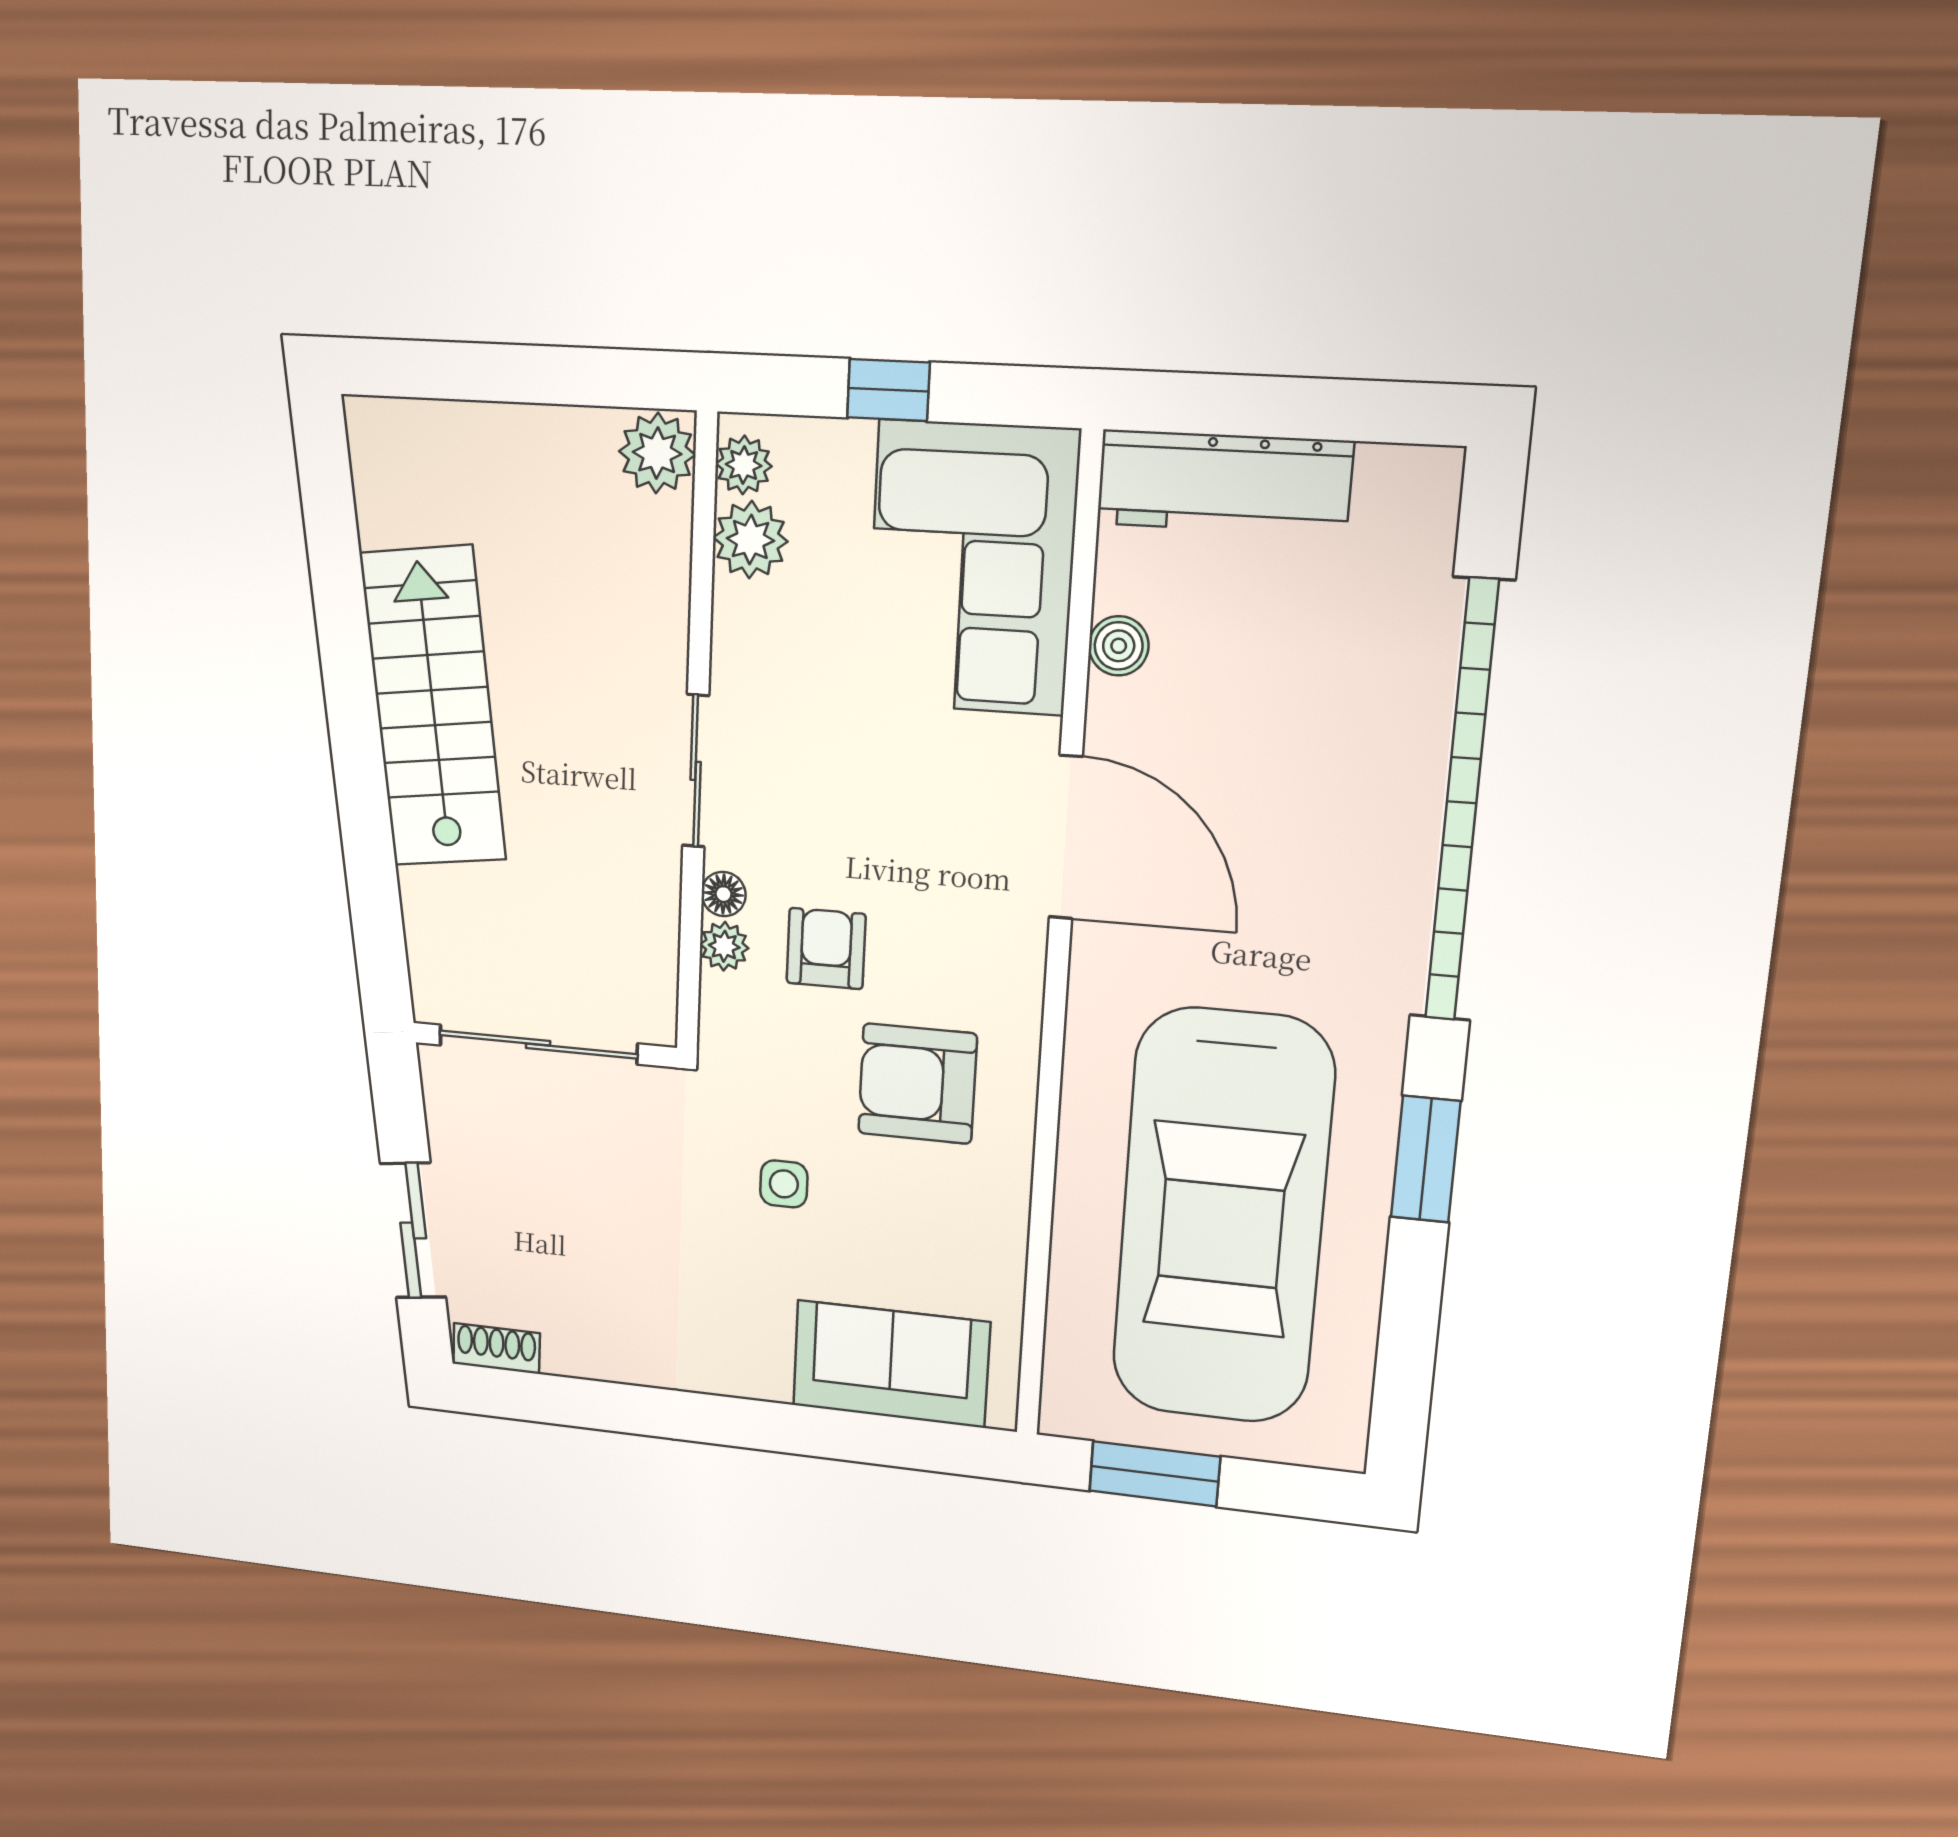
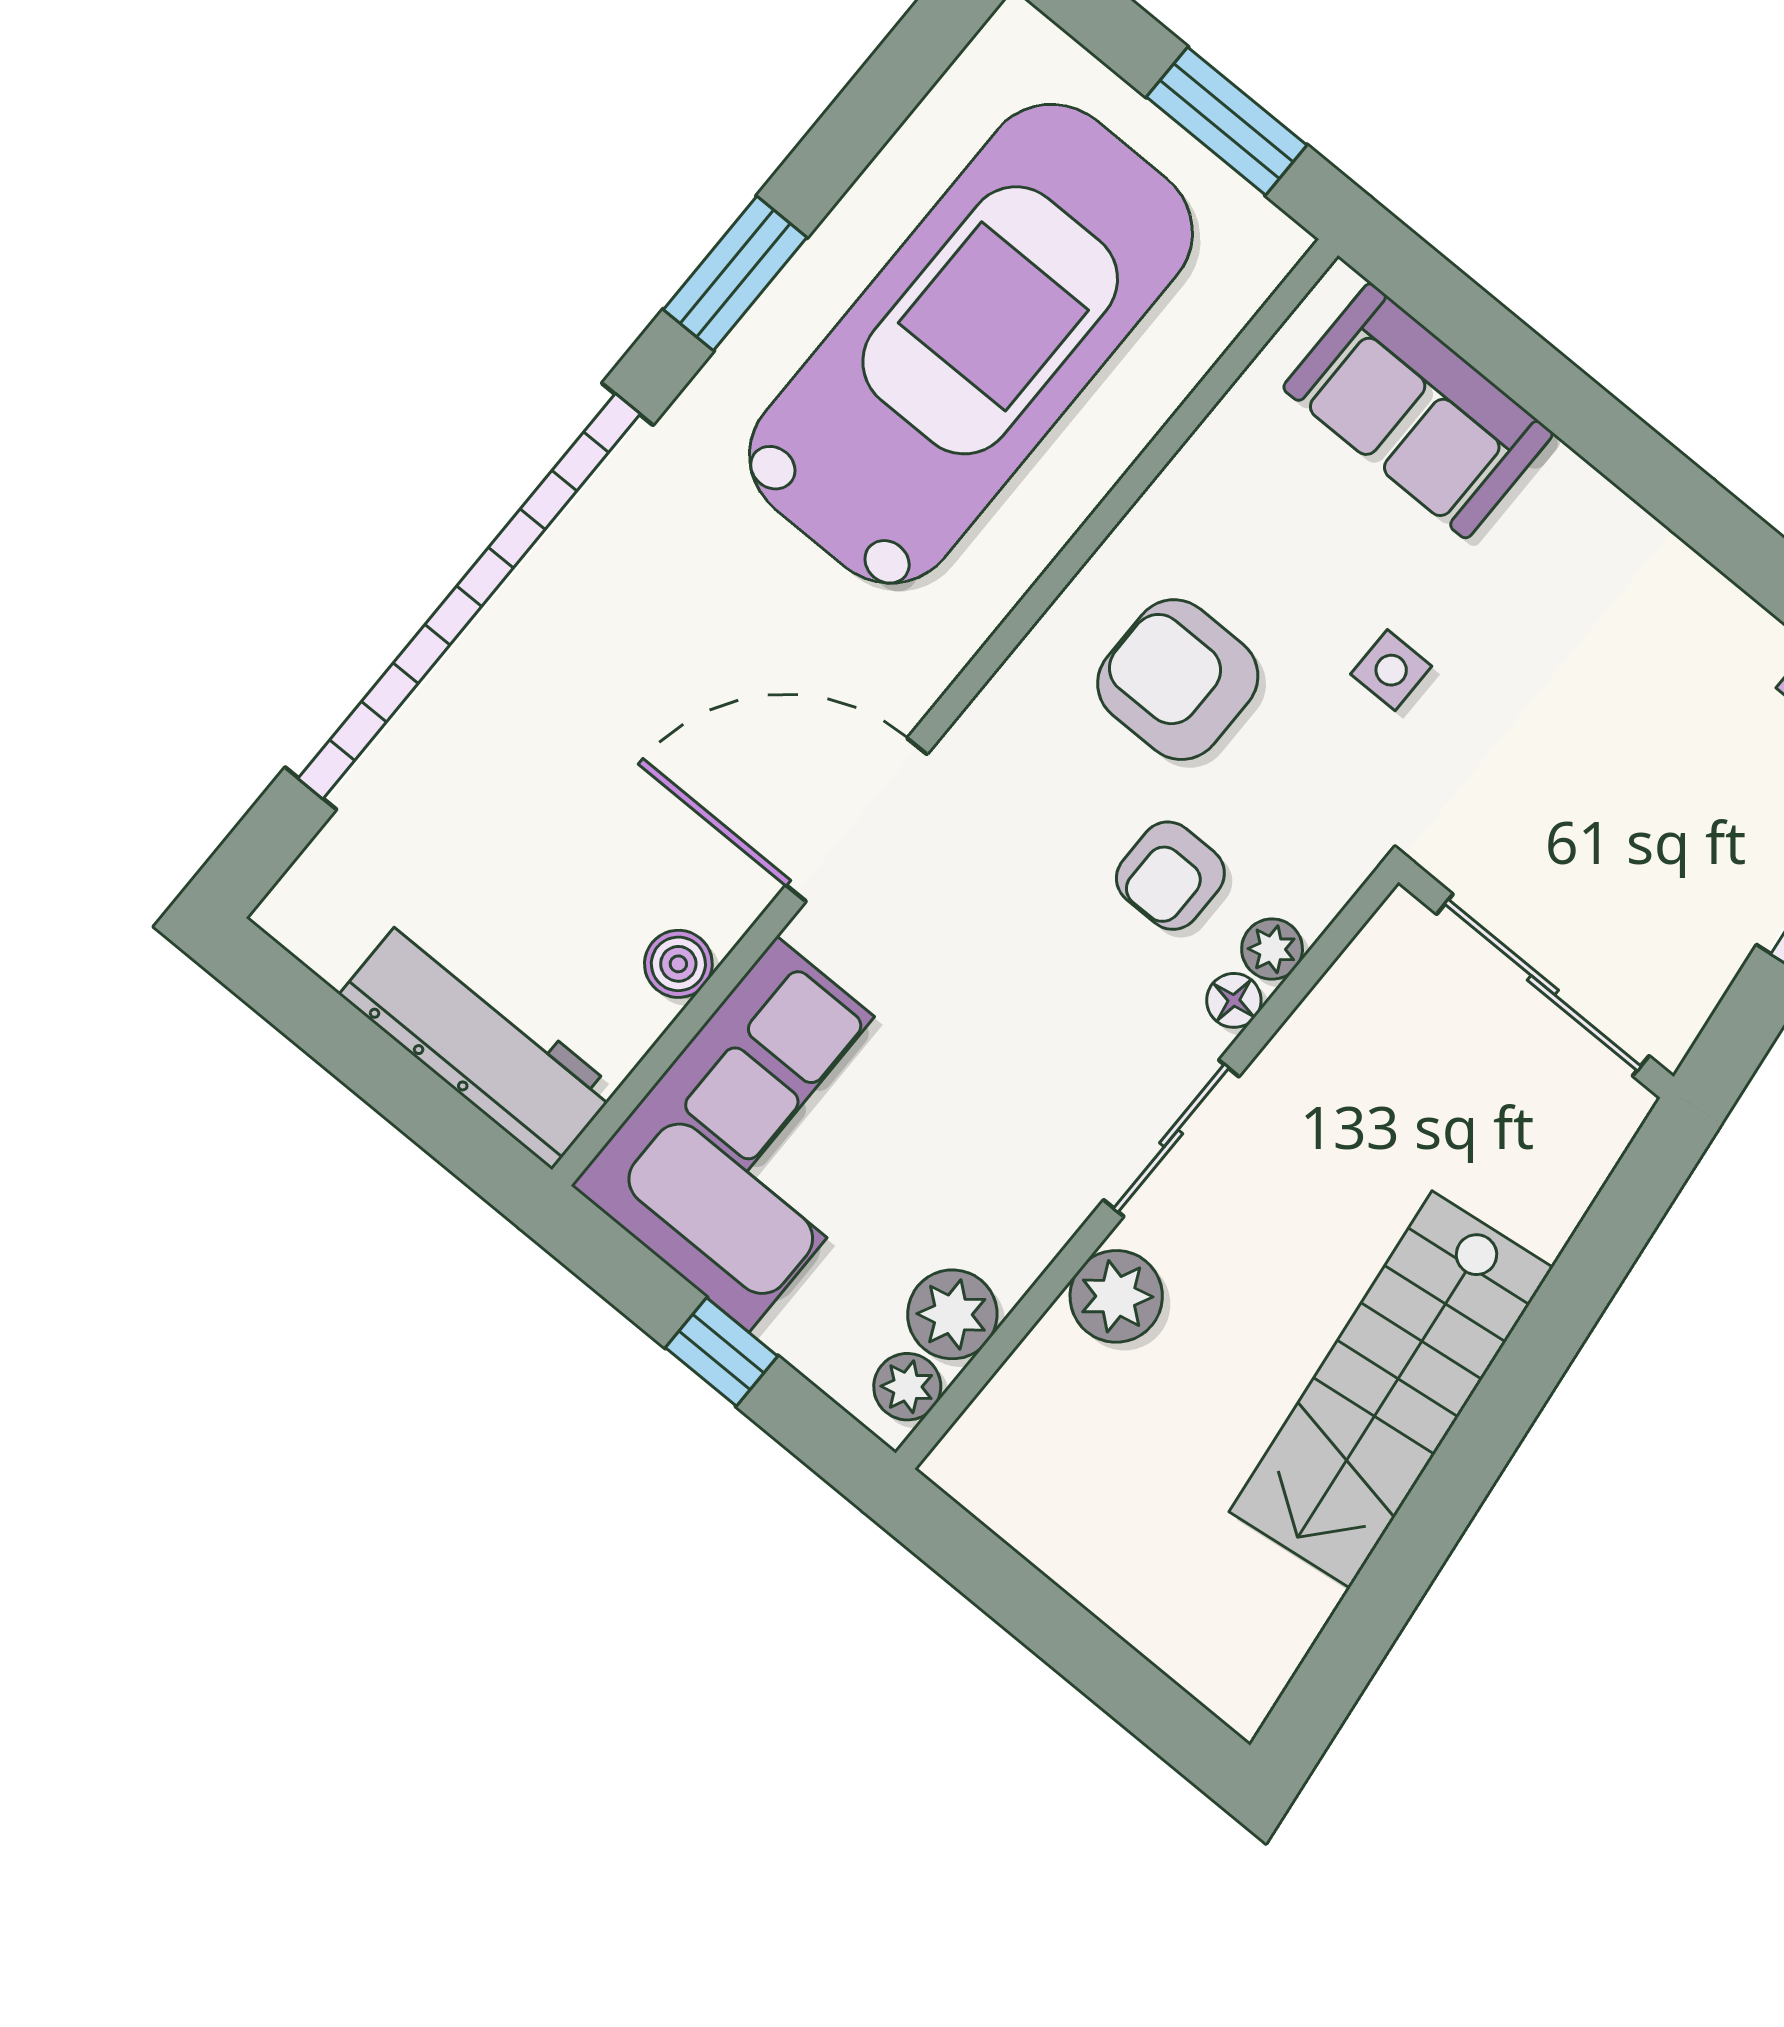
plant: (657, 453) -> (1116, 1296), moved
door: (1066, 837) -> (857, 820), hinge flipped
armchair: (917, 1084) -> (1178, 680), turned 180

